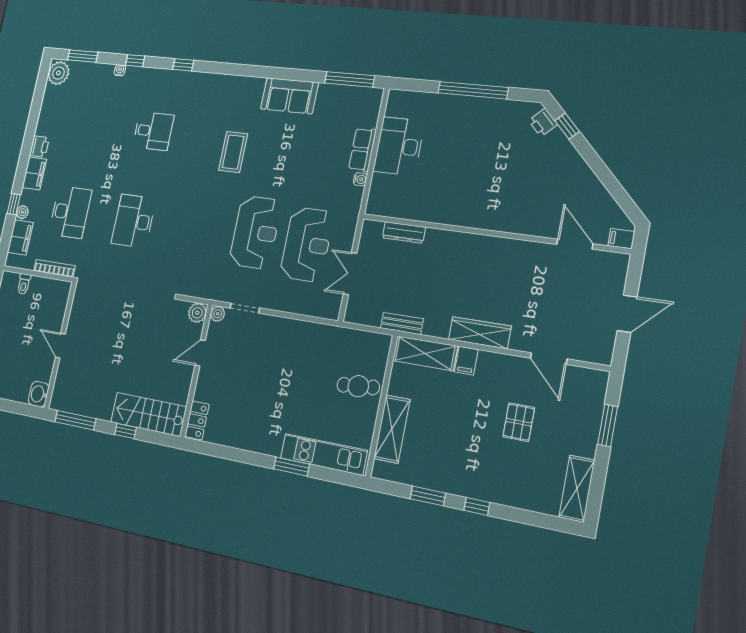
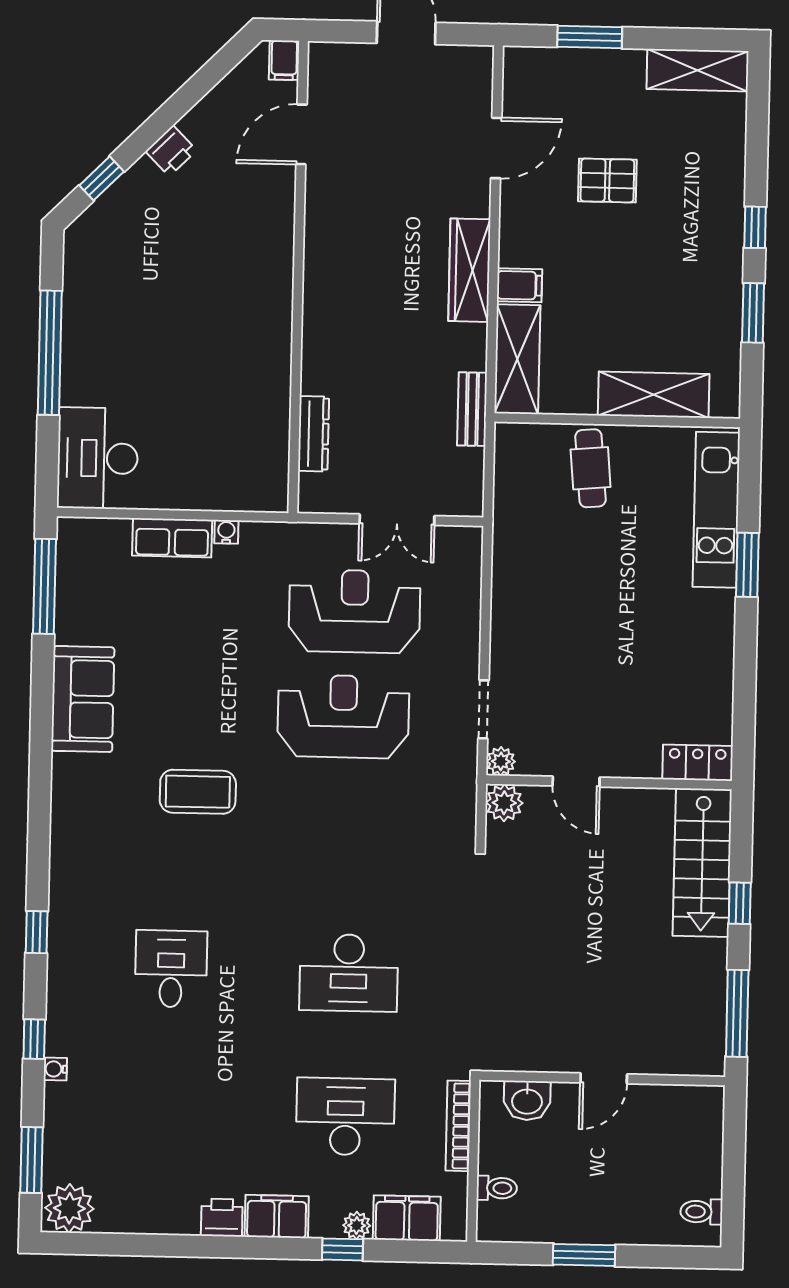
printer: (543, 122) -> (171, 151), moved
desk: (399, 146) -> (98, 458), moved, turned 90
washbasin: (39, 394) -> (527, 1100), moved

